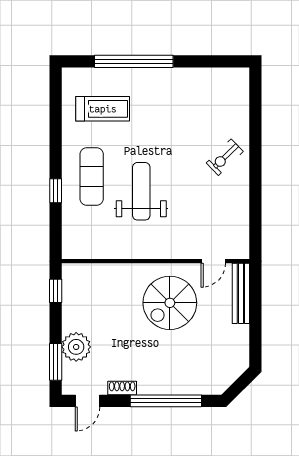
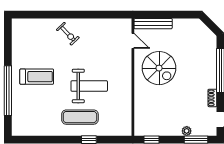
treadmill: (103, 109) -> (37, 77), moved, turned 90
weight bench: (141, 191) -> (89, 86), turned 180
plant: (76, 347) -> (187, 131), width x0.53, depth x0.53

